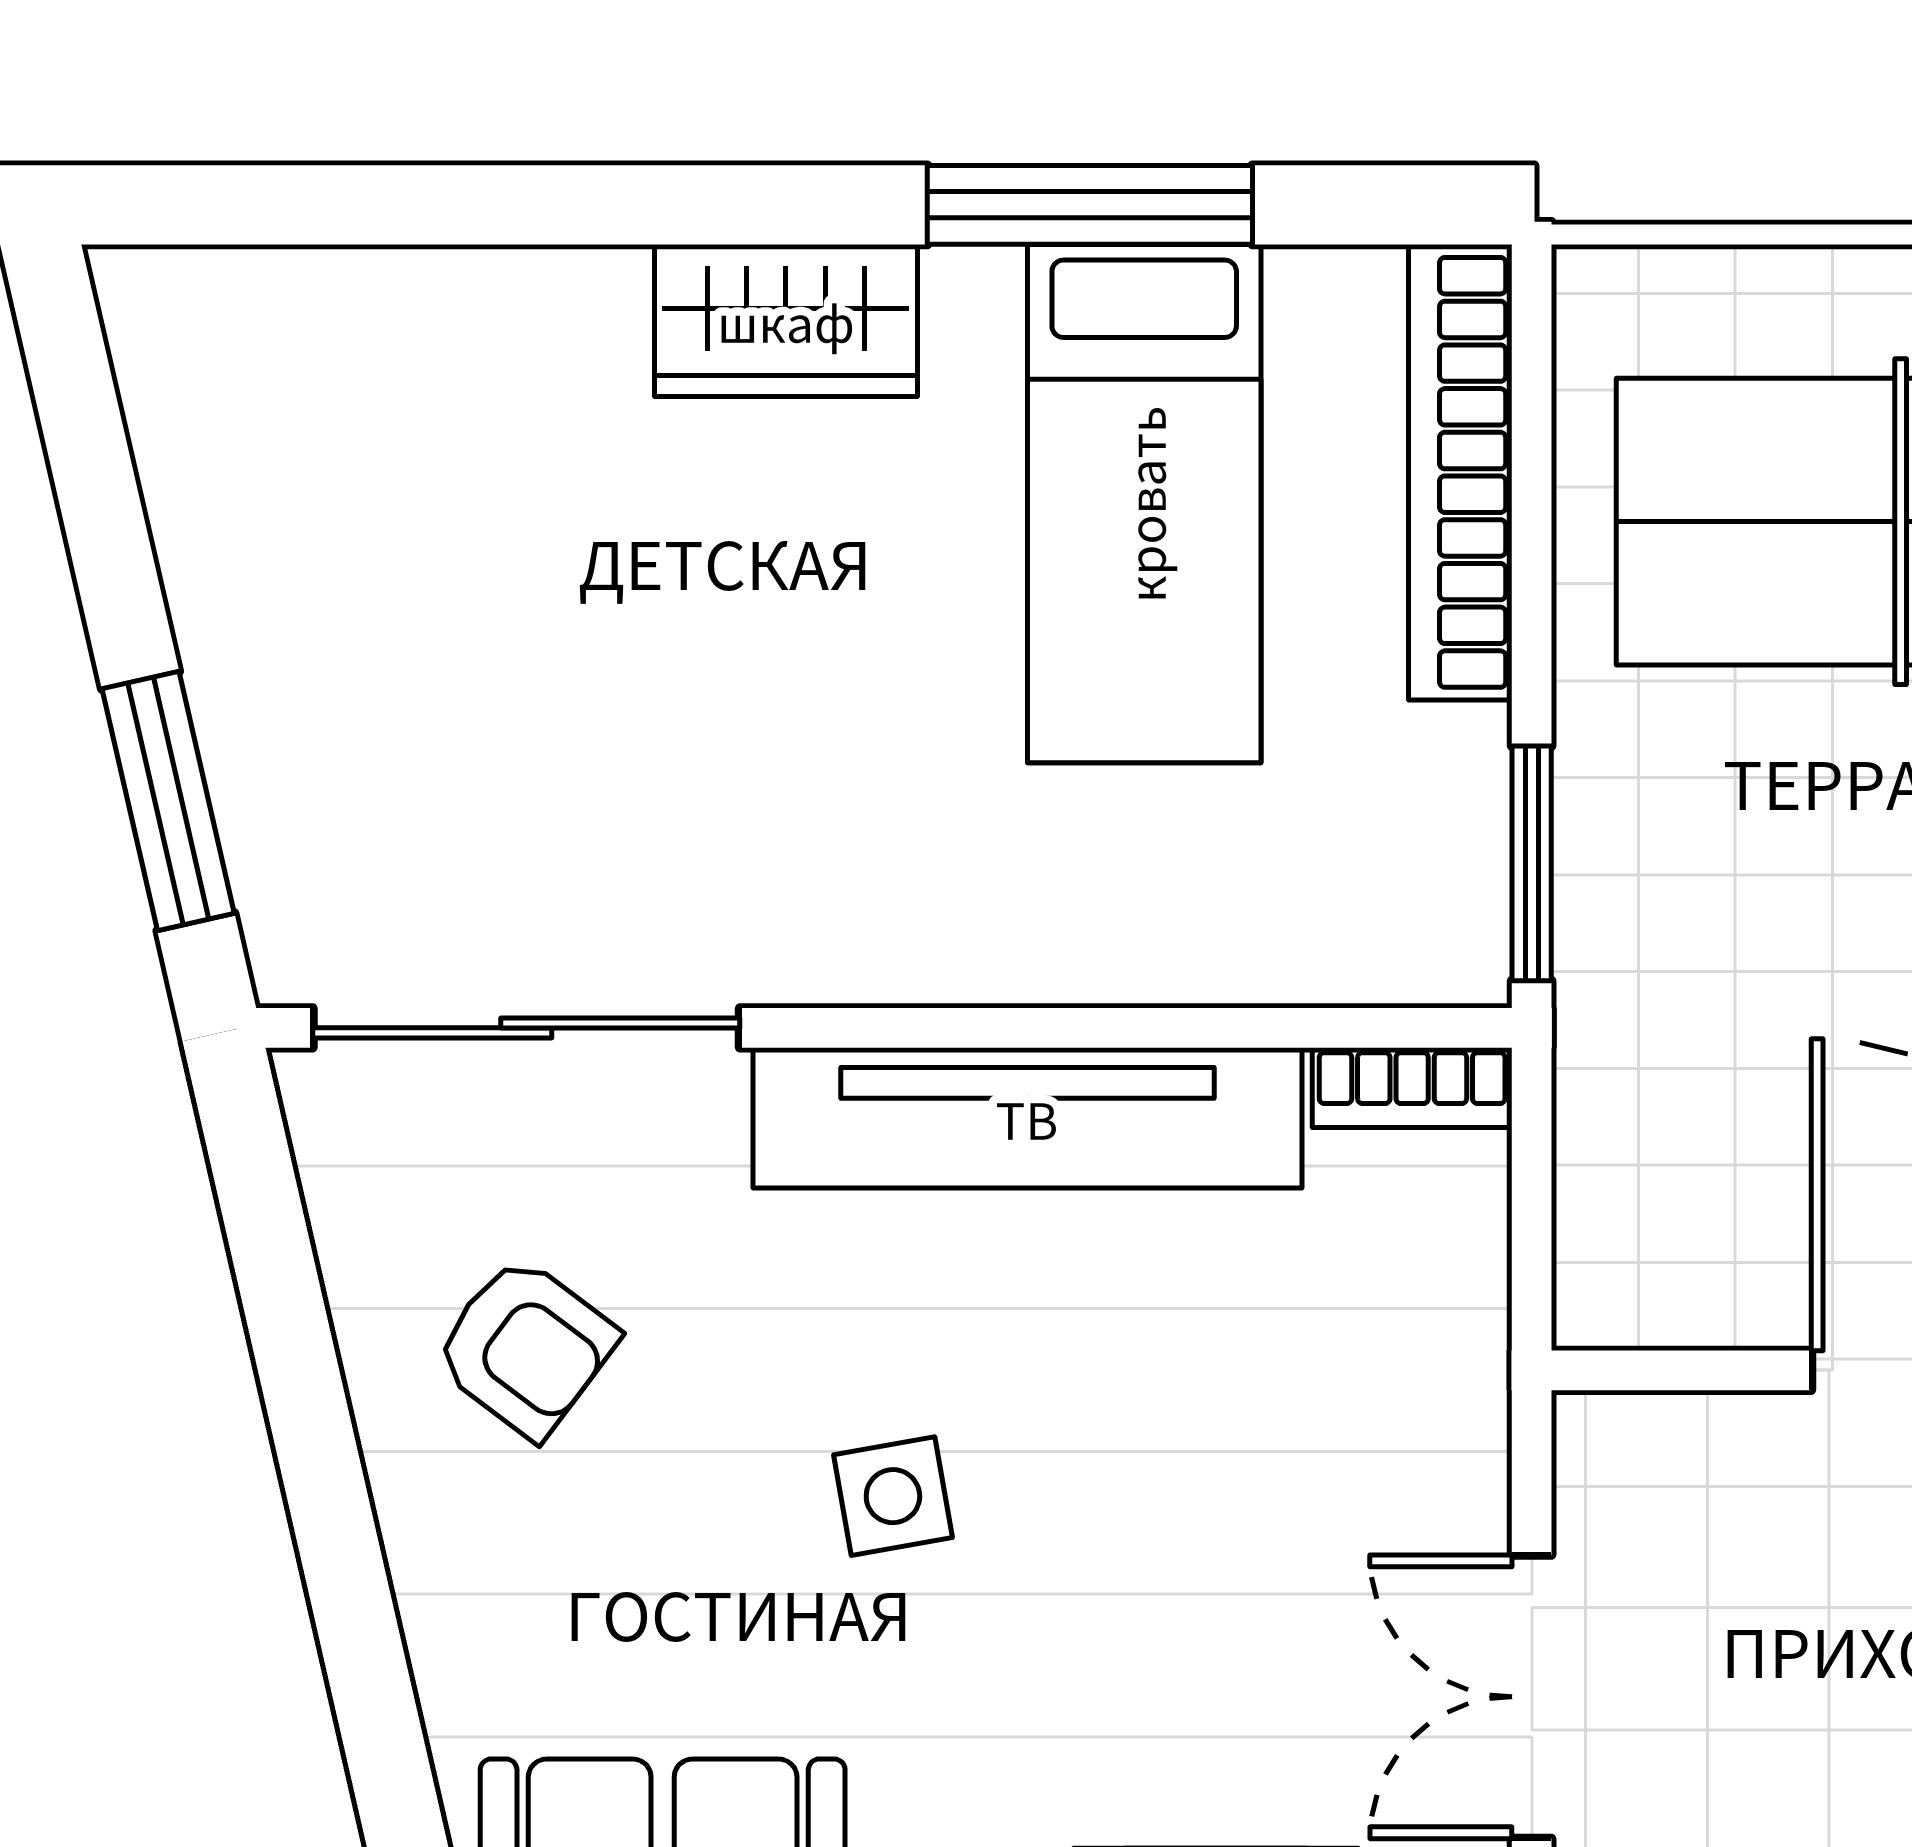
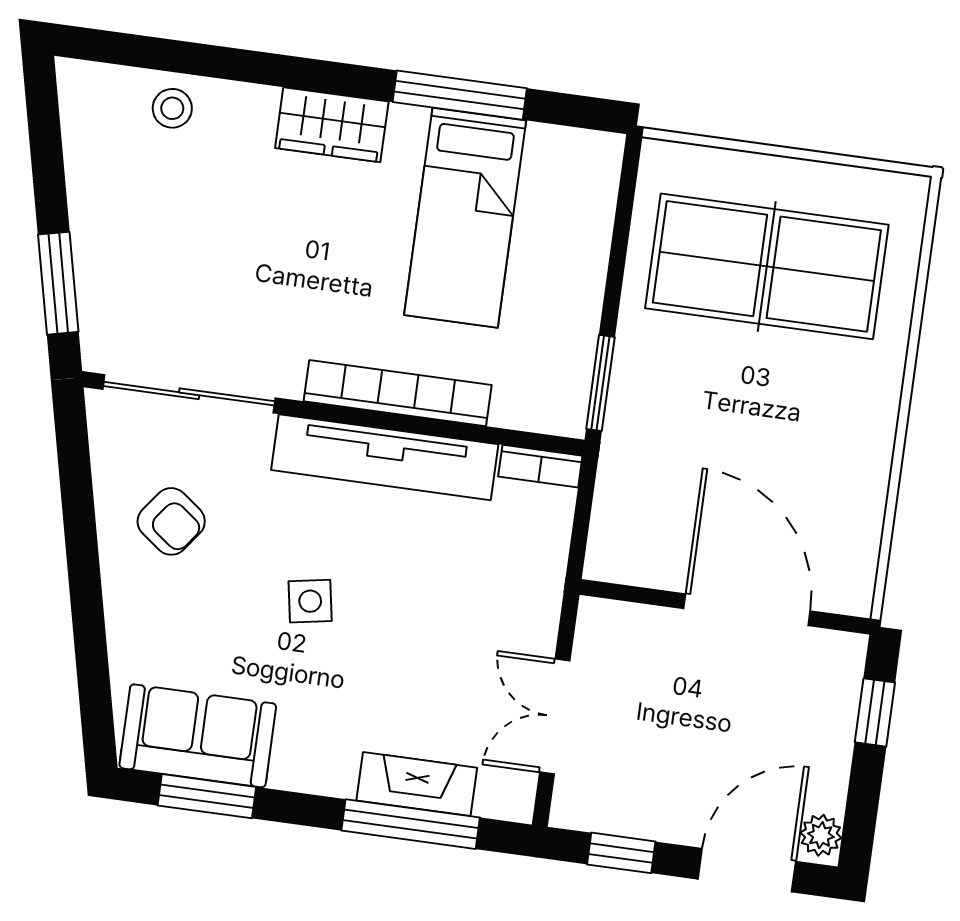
stool: (389, 334) -> (172, 108), added
bookcase: (1460, 472) -> (398, 393), moved, turned 90

